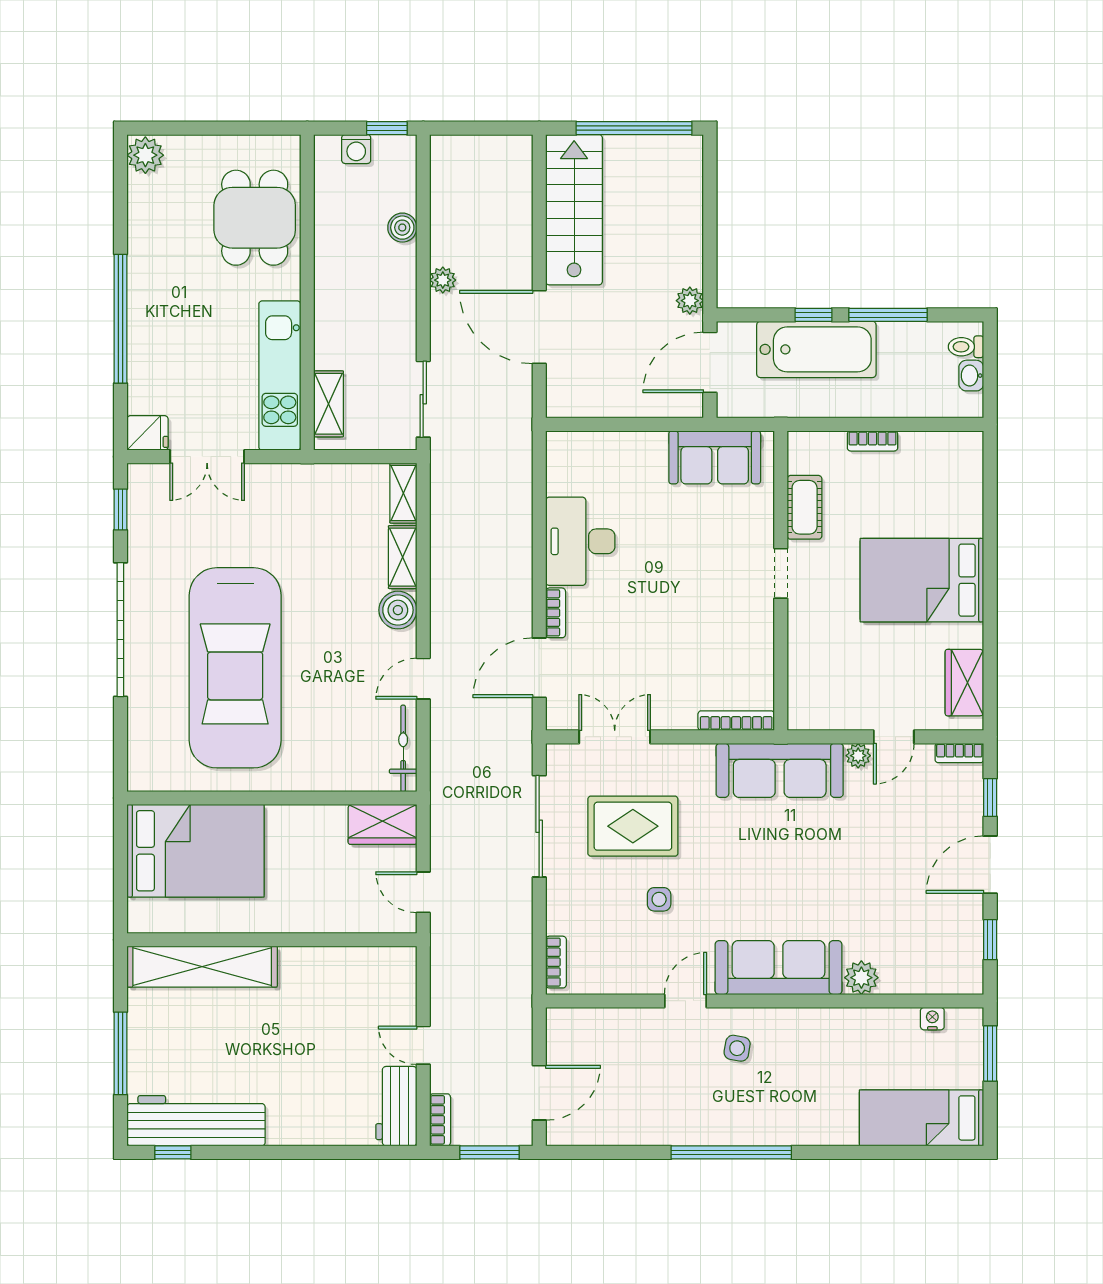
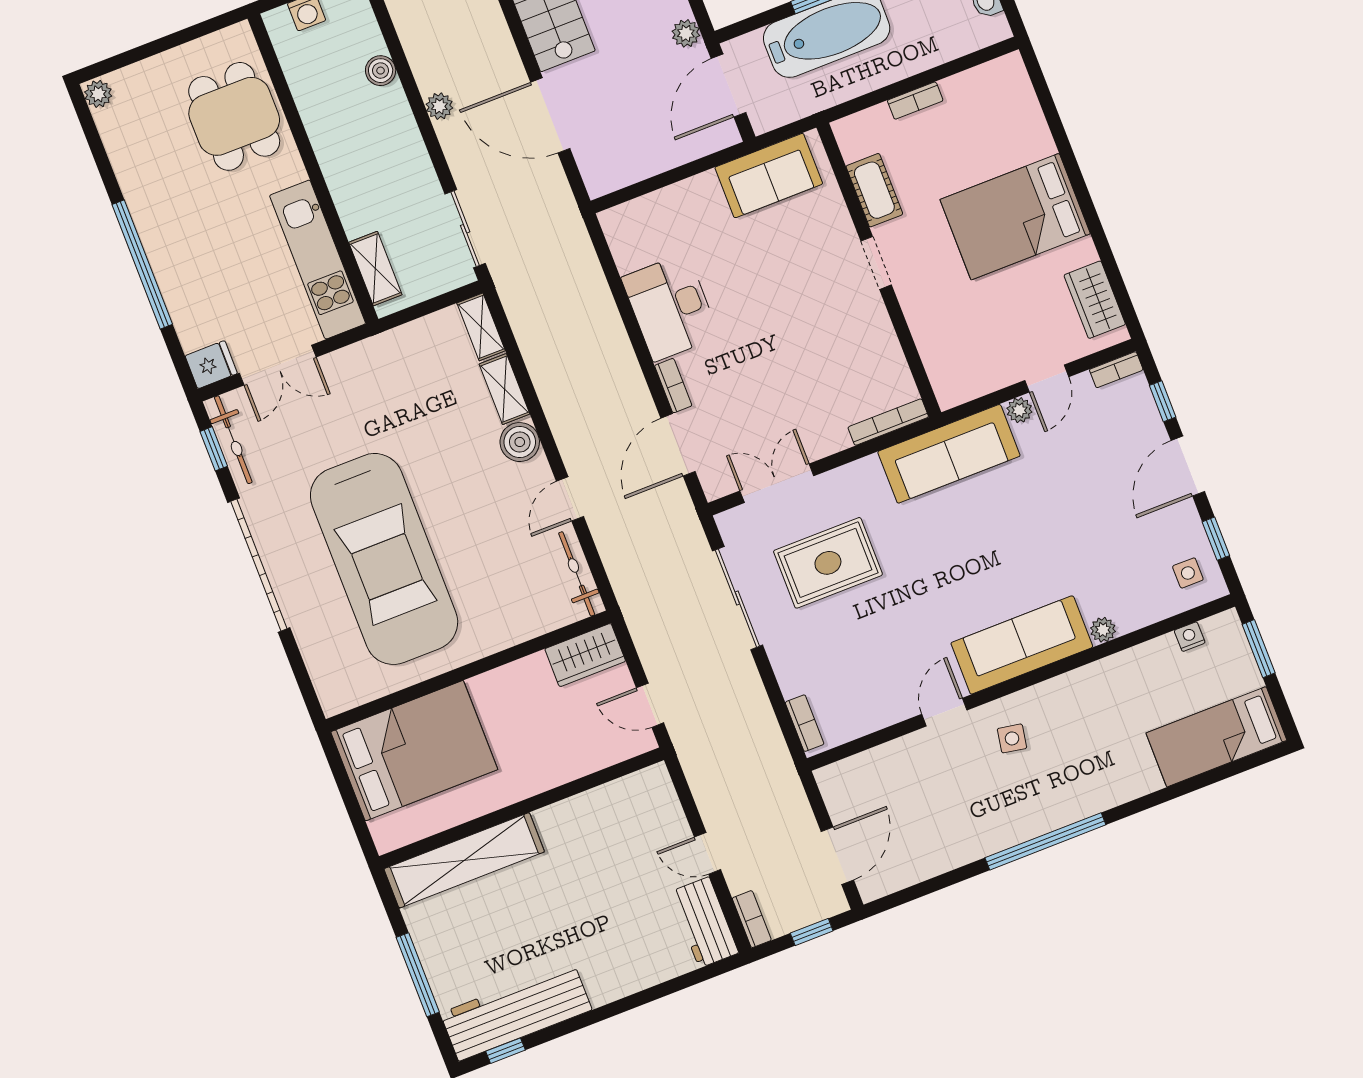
plant: (145, 155) -> (98, 94), width x0.73, depth x0.73
bicycle: (141, 508) -> (233, 440), added
side table: (659, 899) -> (1188, 573), moved
plant: (861, 978) -> (1103, 630), width x0.73, depth x0.73
window: (490, 1152) -> (812, 932), width x0.67

